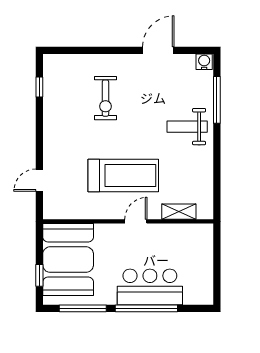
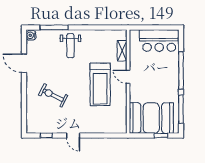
exercise bike: (105, 98) -> (53, 95), turned -153
treadmill: (123, 175) -> (100, 84), turned 180
door: (39, 180) -> (73, 136), moved
bar counter: (150, 287) -> (159, 41), moved, turned -90

